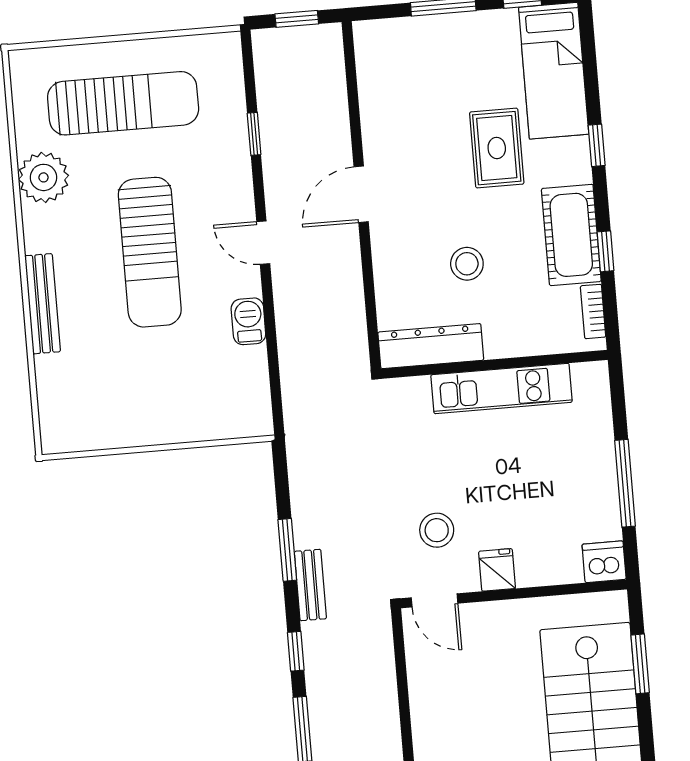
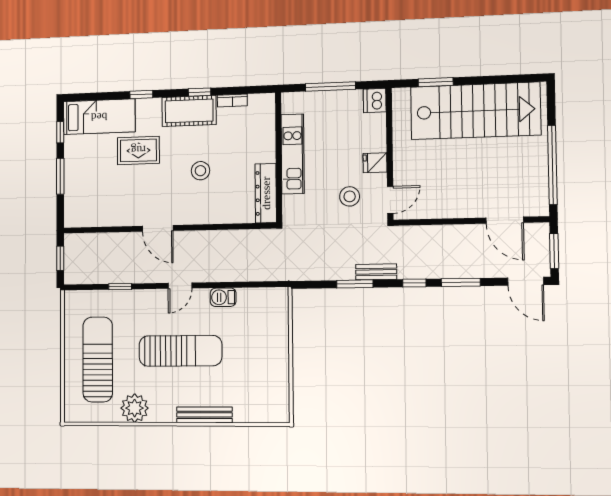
dresser: (431, 346) -> (266, 193), moved
wall: (494, 364) -> (279, 157), moved
kitchen unit: (501, 388) -> (293, 154), moved

